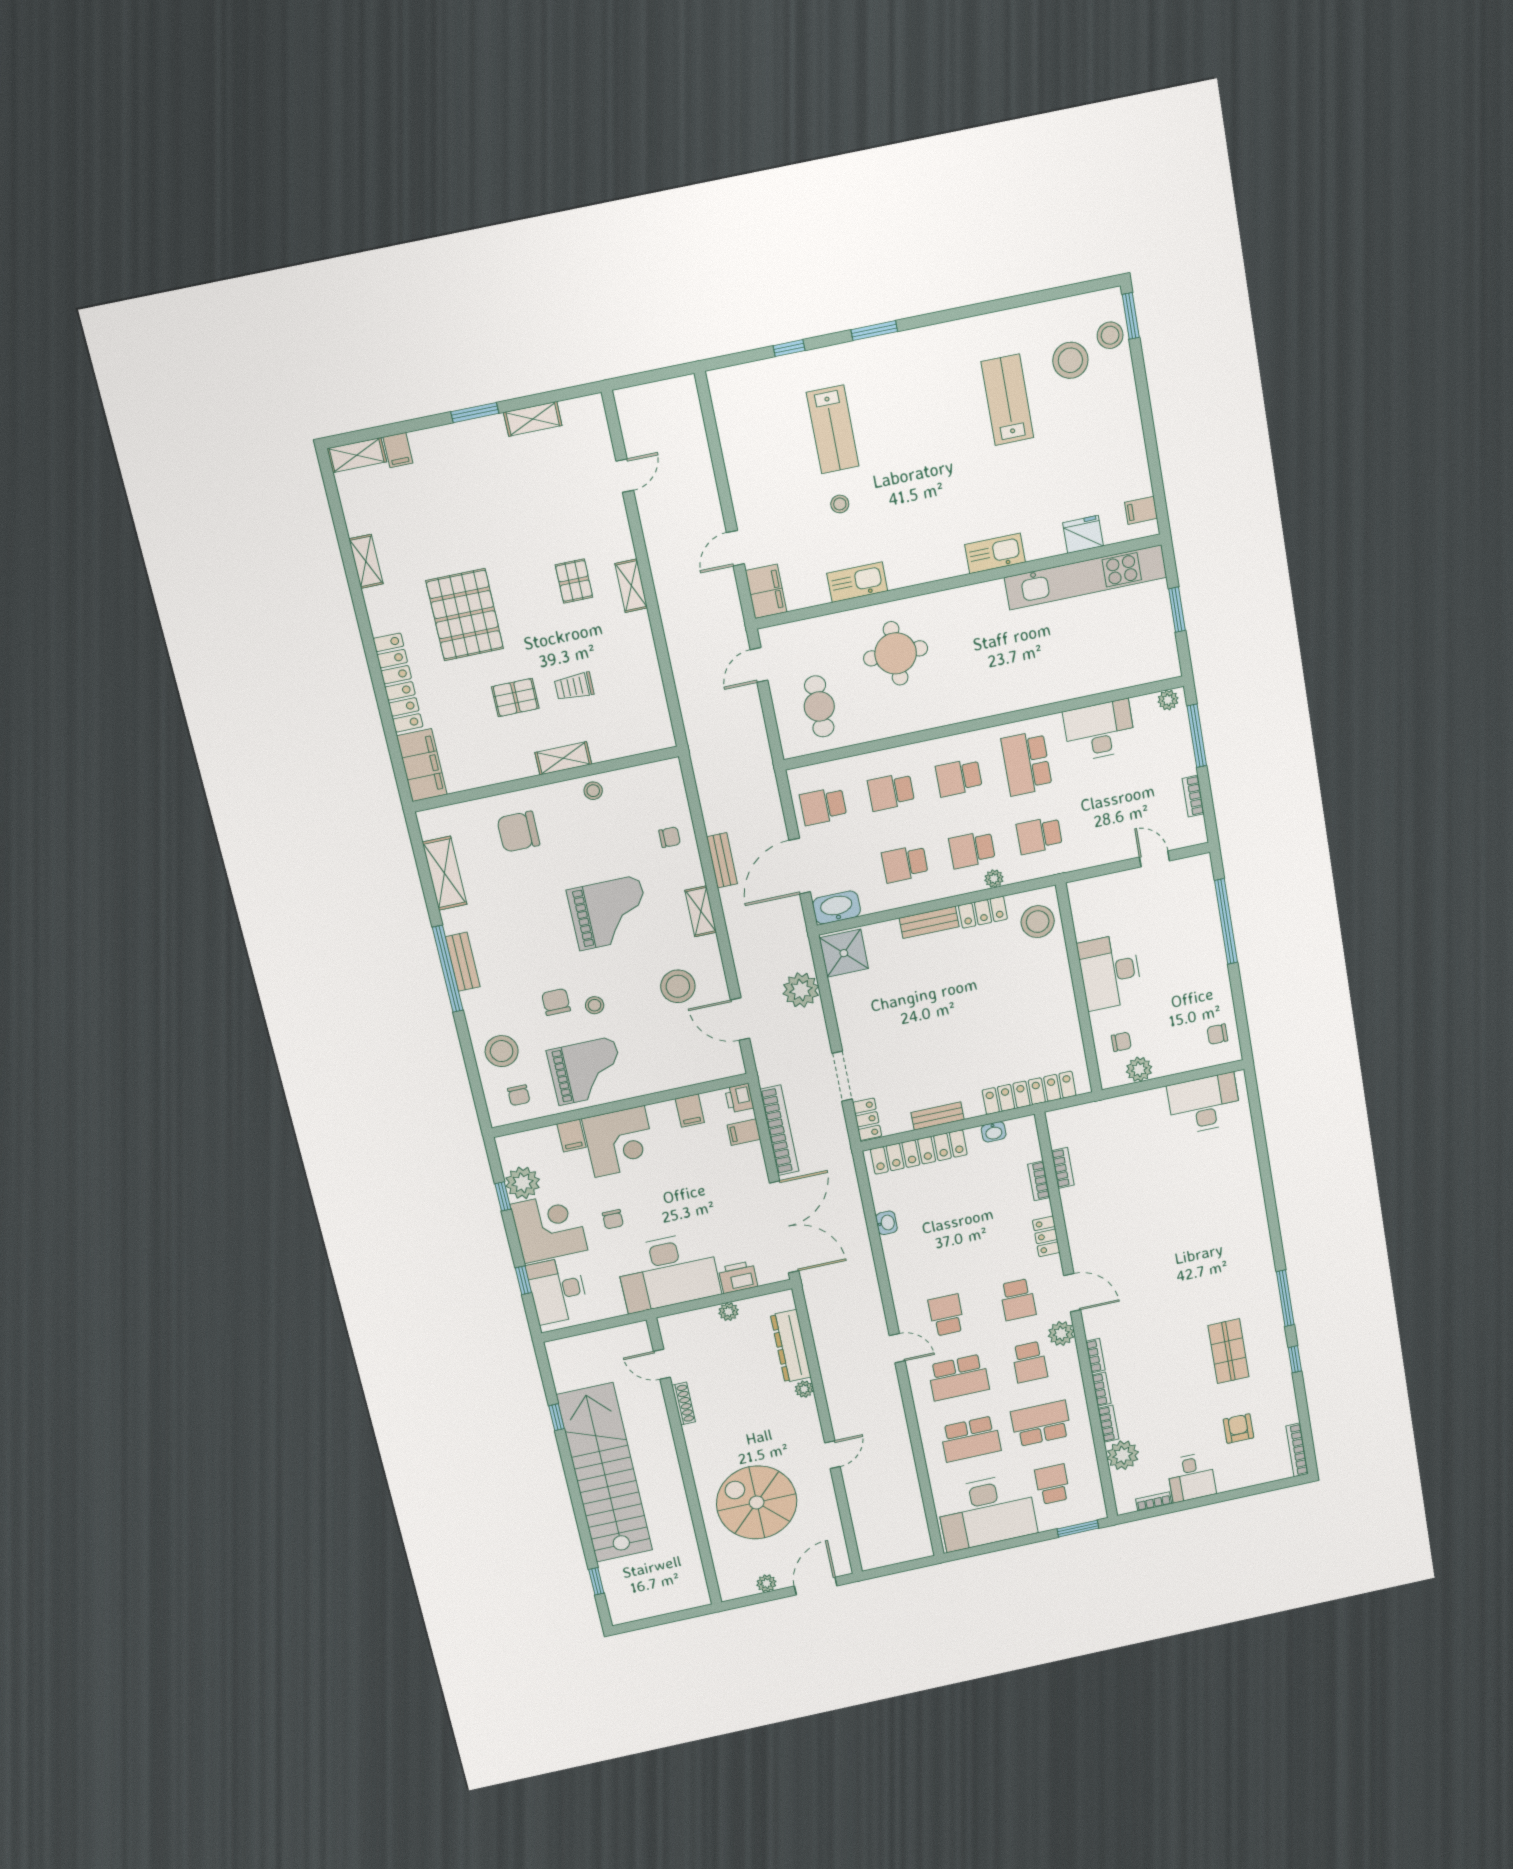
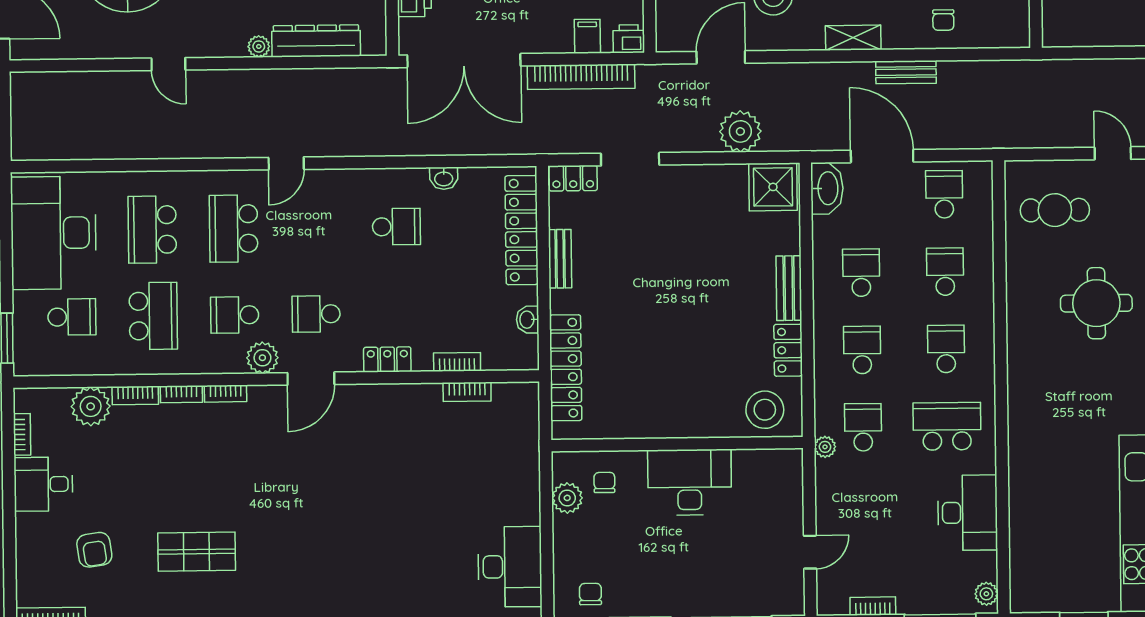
plant: (994, 879) -> (825, 447), moved
chair: (1121, 1042) -> (604, 482), turned 180
school desk: (946, 1315) -> (396, 227), moved
armchair: (1238, 1429) -> (94, 550), turned 82

